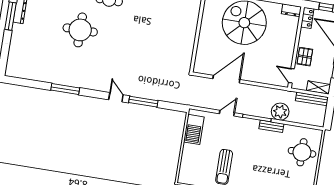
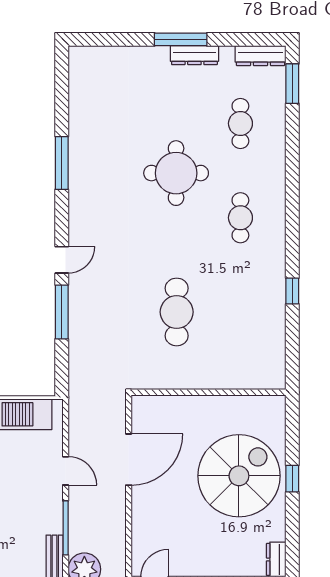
cafe table: (153, 41) -> (177, 312), added
door: (226, 79) -> (129, 460), hinge flipped

